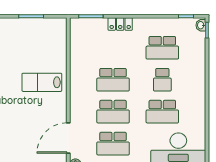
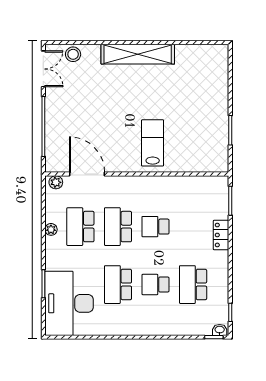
school desk: (113, 80) -> (156, 227), width x0.54

